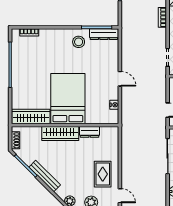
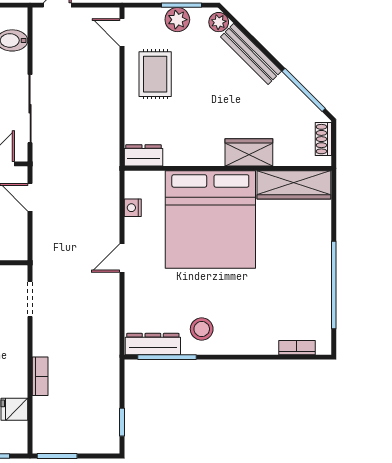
door: (120, 79) -> (122, 258), hinge flipped
bed: (68, 99) -> (210, 220), width x1.36
dresser: (90, 132) -> (143, 155), moved
wardrobe: (60, 133) -> (249, 152), width x0.67
bench: (45, 176) -> (251, 54), moved

